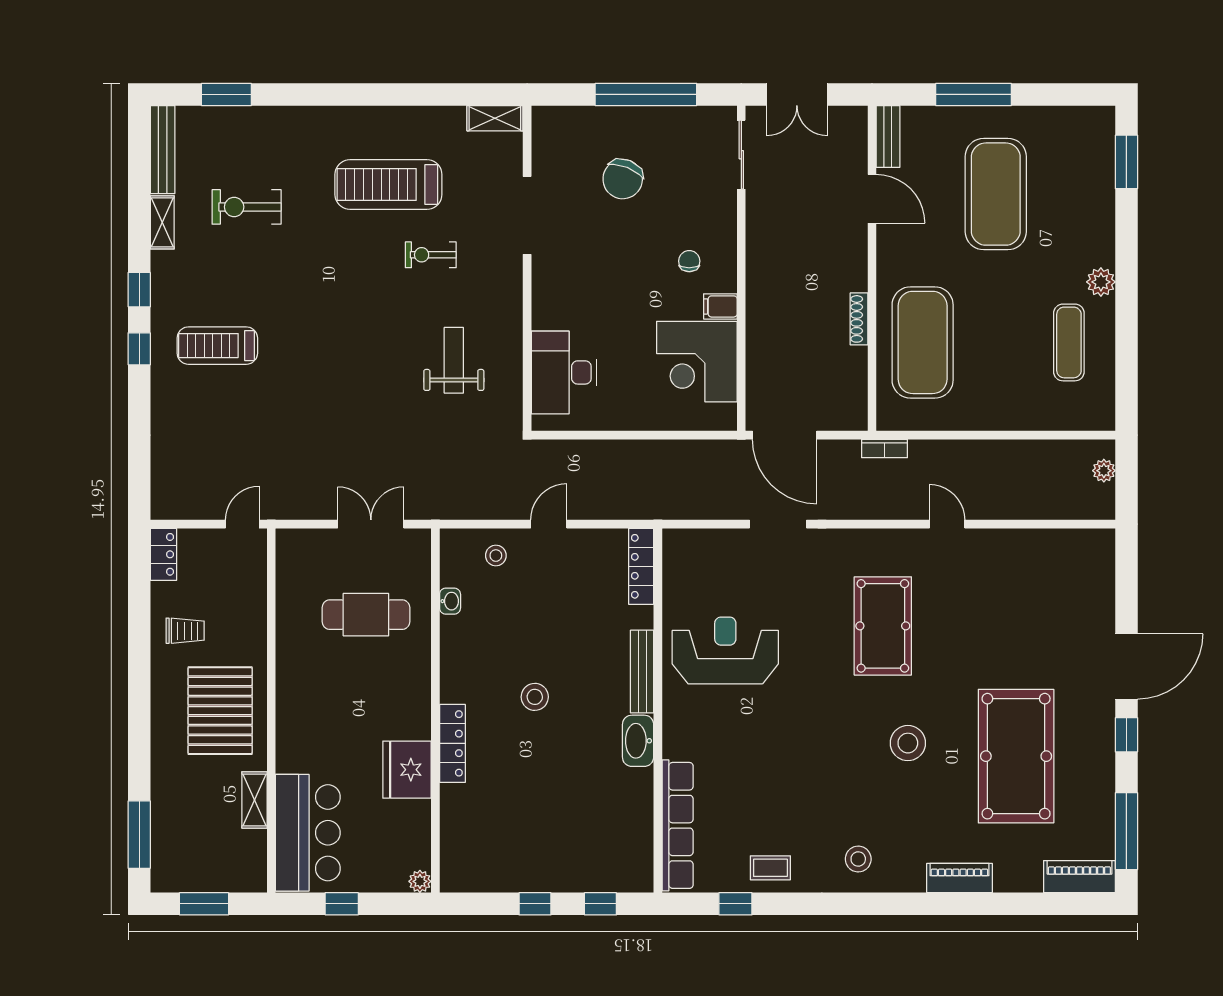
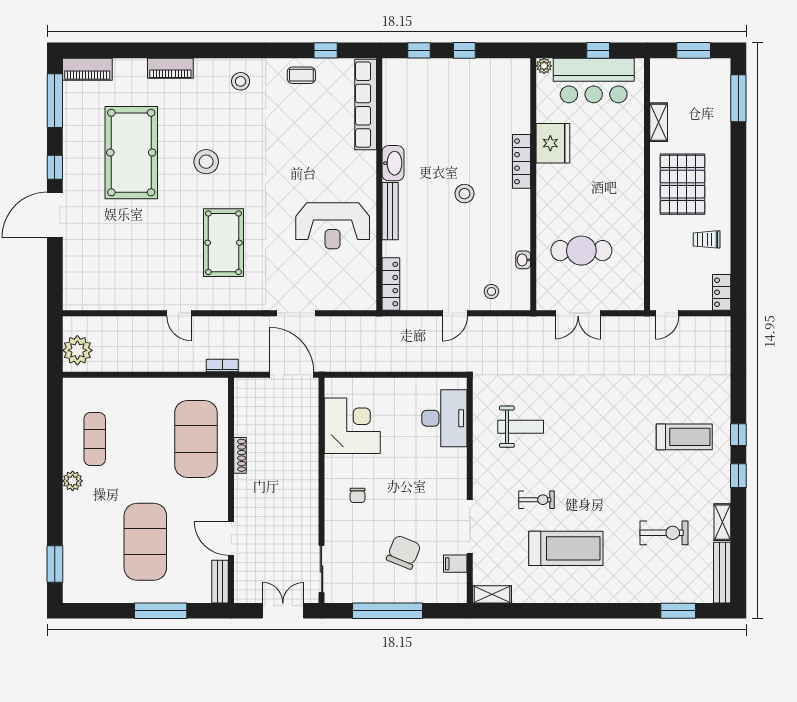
filing cabinet: (720, 306) -> (455, 564), moved, turned 180
weight bench: (454, 360) -> (521, 427), turned -90
plant: (1104, 471) -> (77, 350), width x1.87, depth x1.87
bar counter: (308, 833) -> (594, 80), moved, turned -90

